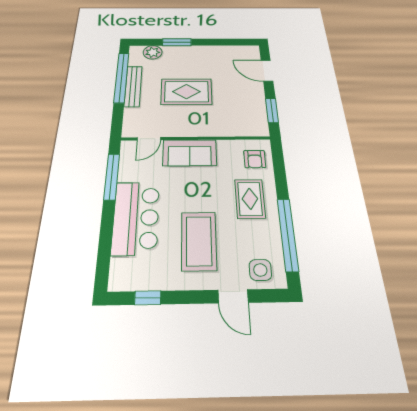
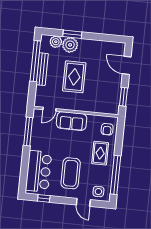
plant: (175, 54) -> (70, 45), added
rug: (186, 92) -> (74, 77), turned 90
bar counter: (136, 218) -> (39, 171), moved

